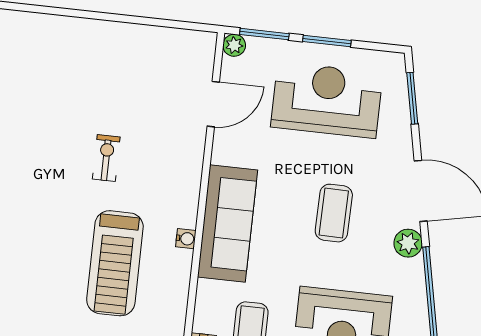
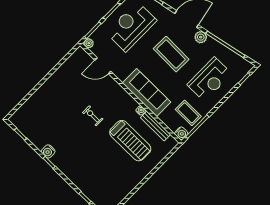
door: (213, 104) -> (103, 66), swing flipped
coffee table: (334, 213) -> (171, 54), width x1.36, depth x1.32
bench: (178, 289) -> (156, 126), added

